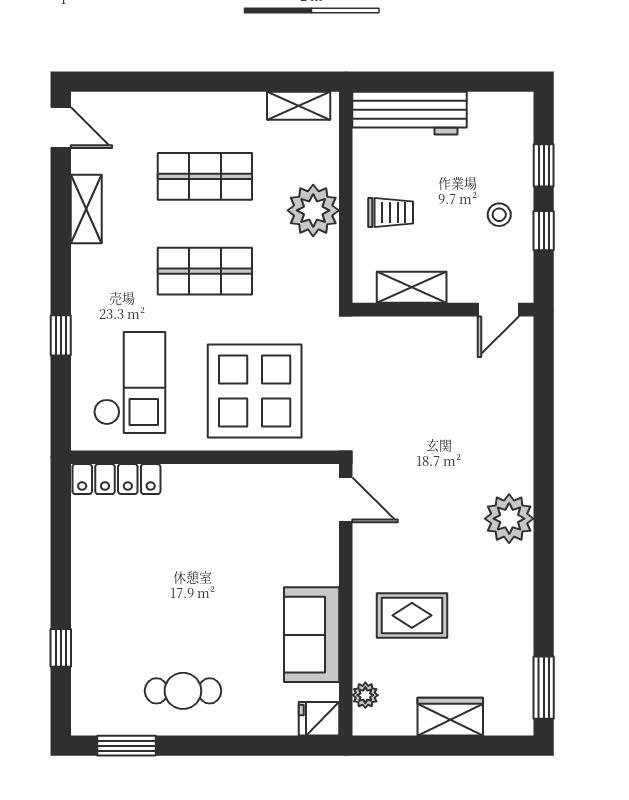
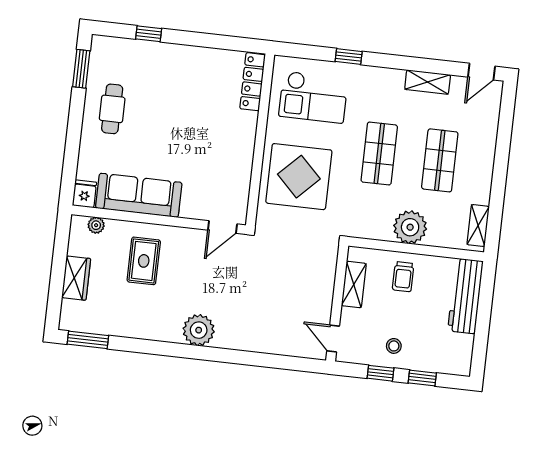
sofa: (312, 635) -> (139, 195), width x1.36

